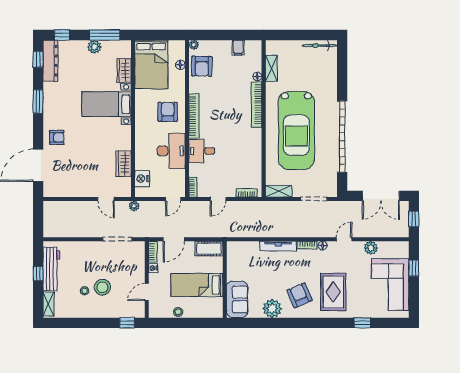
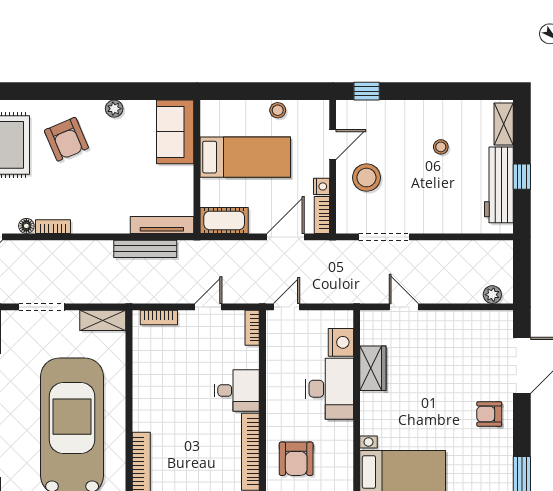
desk: (171, 151) -> (329, 389), moved, turned 180
plant: (134, 206) -> (492, 295), moved
bench: (254, 232) -> (145, 249), added
tv unit: (278, 246) -> (162, 225), moved
stool: (102, 287) -> (367, 178), moved
plant: (272, 308) -> (114, 109), width x0.53, depth x0.53

